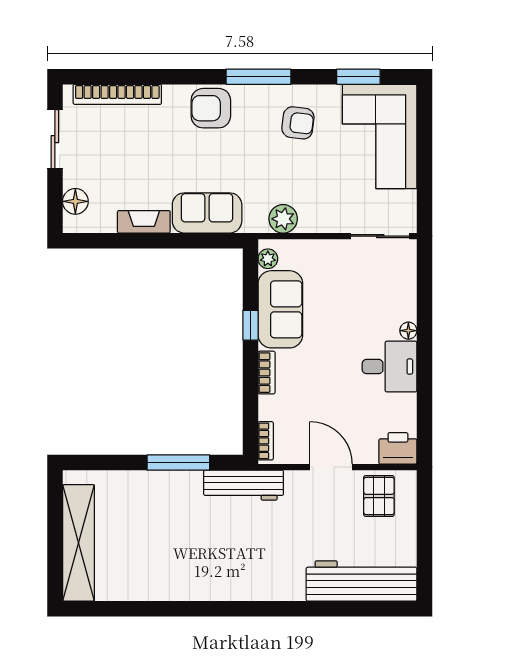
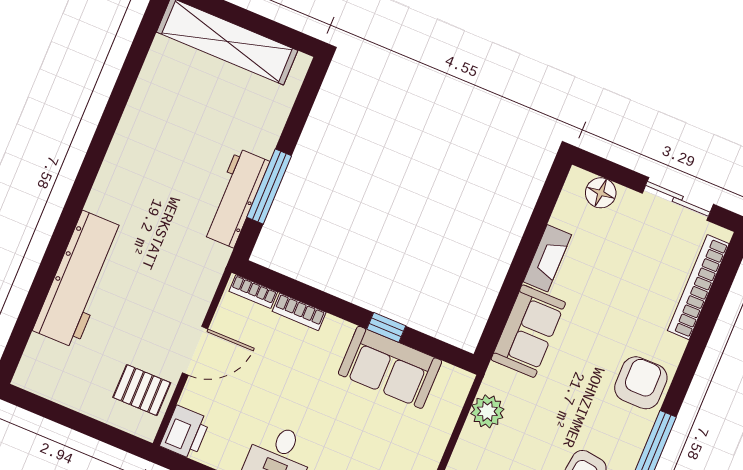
plant: (268, 259) -> (451, 377), removed
bookcase: (267, 373) -> (299, 312), moved
workbench: (244, 485) -> (236, 198), moved
workbench: (362, 581) -> (79, 279), moved

